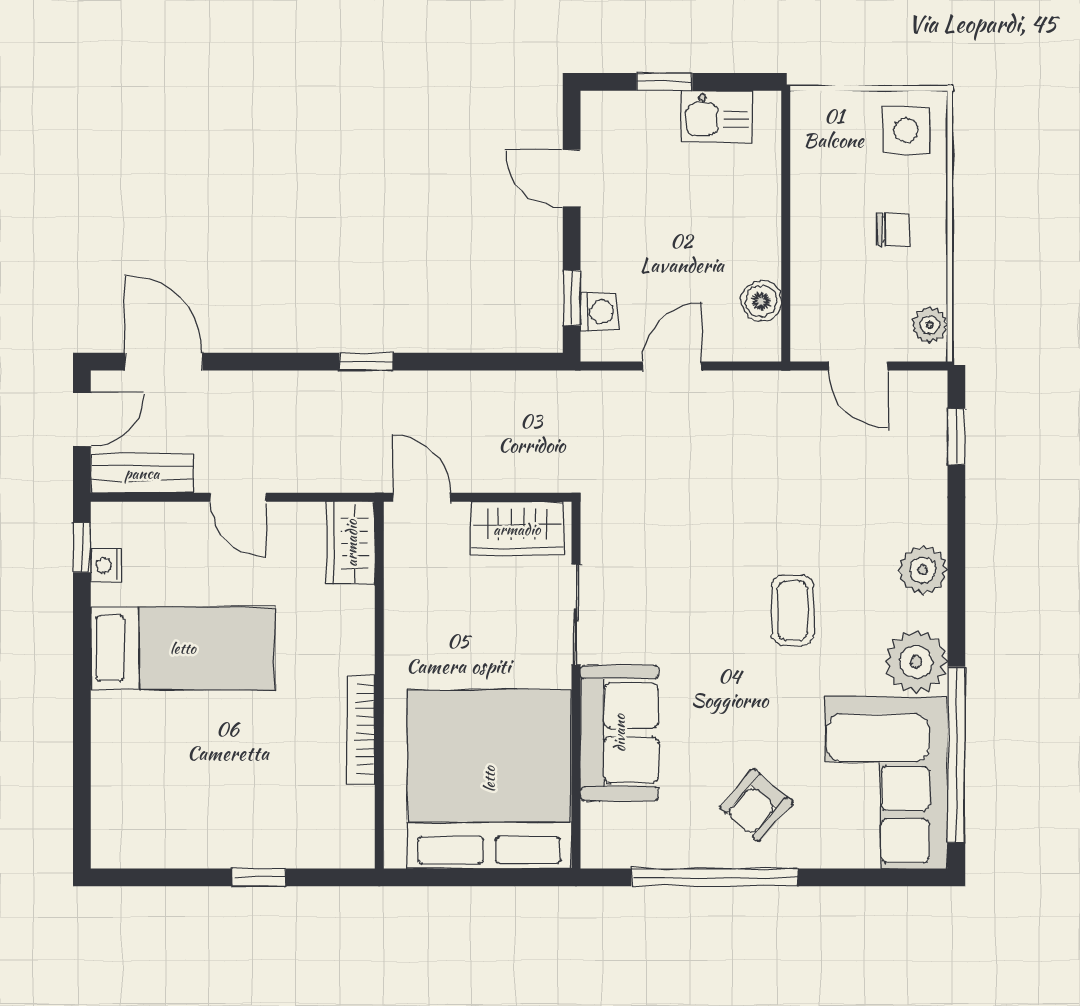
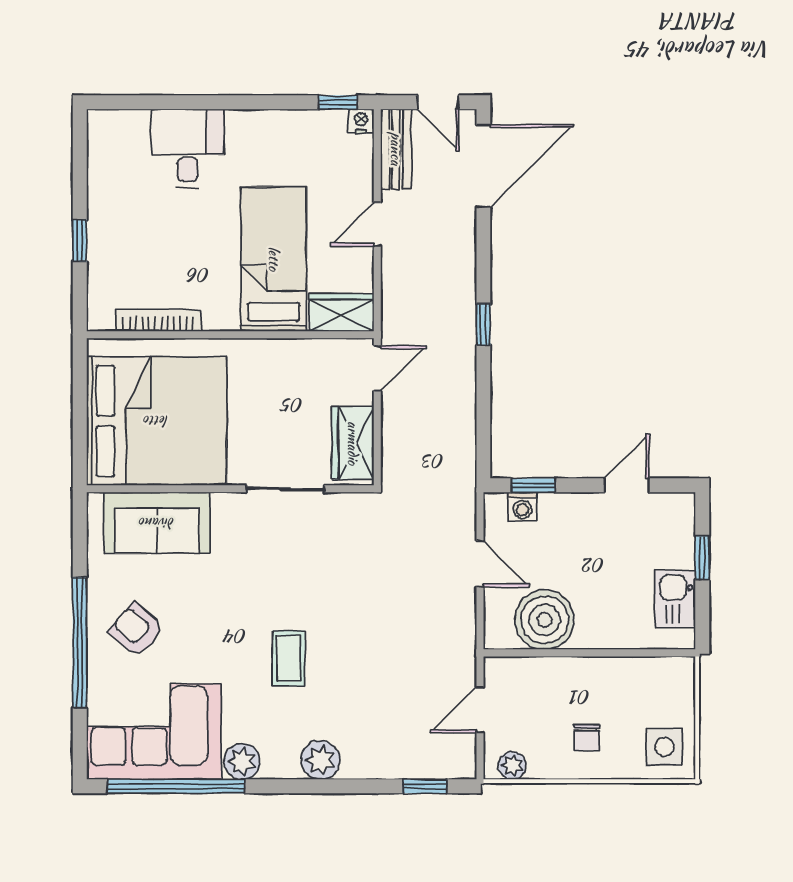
boiler: (761, 301) -> (545, 620), width x1.86, depth x1.86
door: (164, 362) -> (483, 166), width x1.36
nightstand: (106, 565) -> (361, 121), moved
coffee table: (793, 611) -> (289, 658), turned 90
bed: (183, 648) -> (274, 259), moved, turned 180
plant: (916, 662) -> (242, 761), width x0.73, depth x0.73
bookcase: (361, 729) -> (158, 320), moved
sofa: (619, 733) -> (157, 523), moved
desk: (141, 740) -> (188, 148), added
window: (715, 877) -> (80, 642), moved

